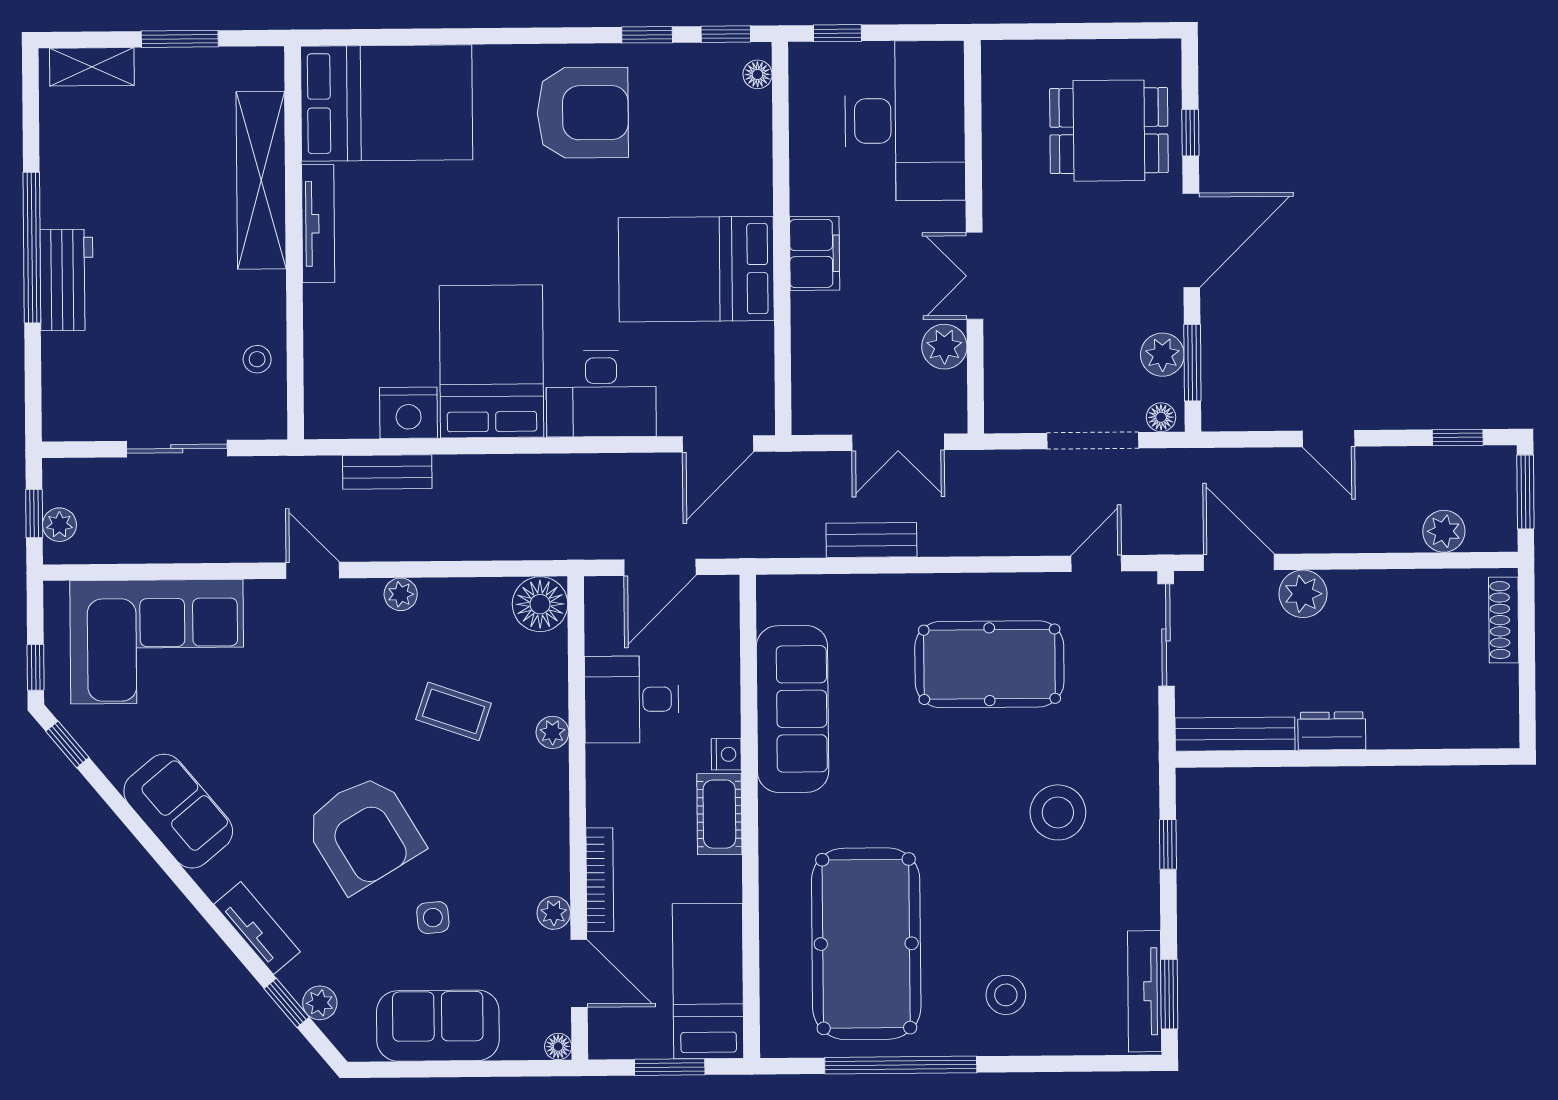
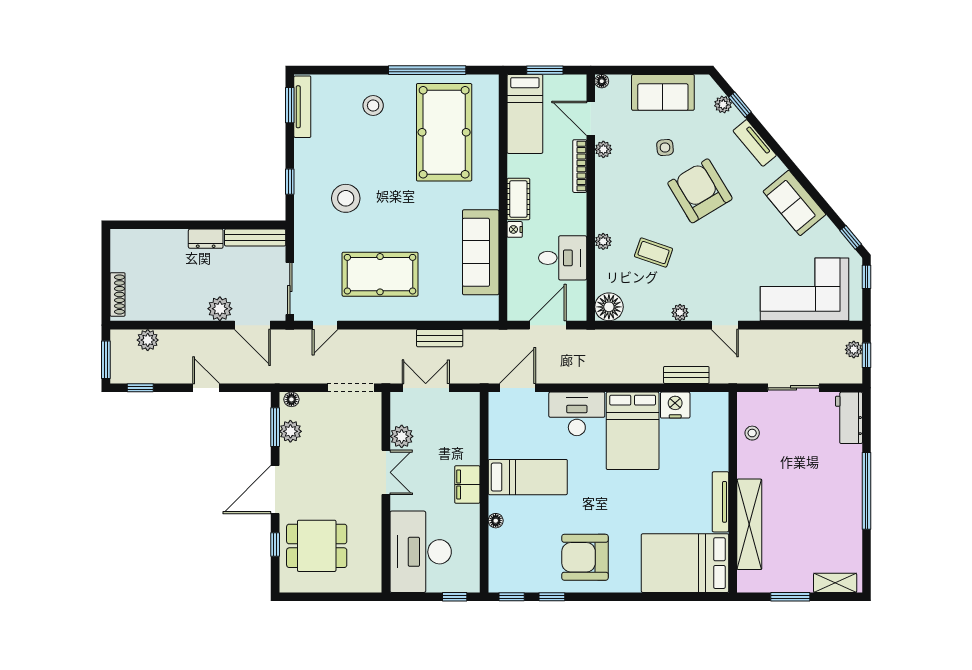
floor lamp: (758, 74) -> (496, 521), moved
bed: (696, 269) -> (528, 477), width x0.67
workbench: (67, 280) -> (849, 418), moved
doorway: (1093, 441) -> (351, 388), moved

